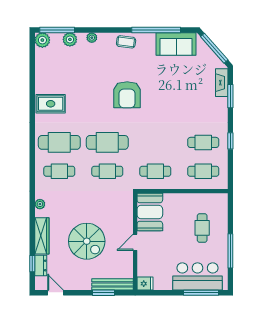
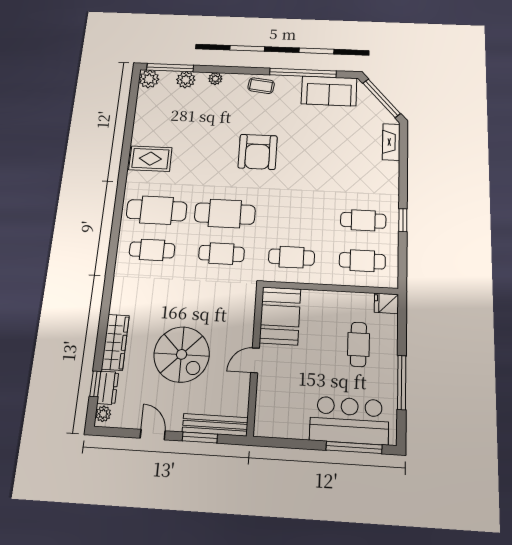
window: (230, 96) -> (403, 160), removed
plant: (40, 204) -> (103, 414), moved
fridge: (145, 284) -> (386, 303), moved, turned 180
door: (56, 293) -> (153, 435), moved

